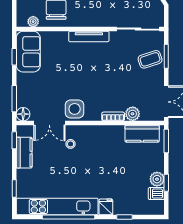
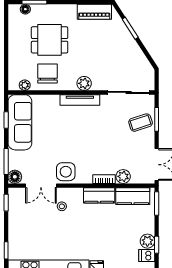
plant: (93, 20) -> (84, 83), added
sofa: (28, 52) -> (20, 122), width x1.36
kitchen counter: (24, 153) -> (99, 195), moved, turned 90

